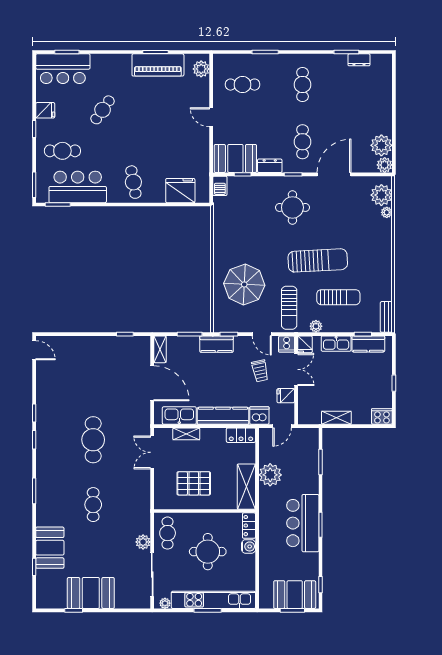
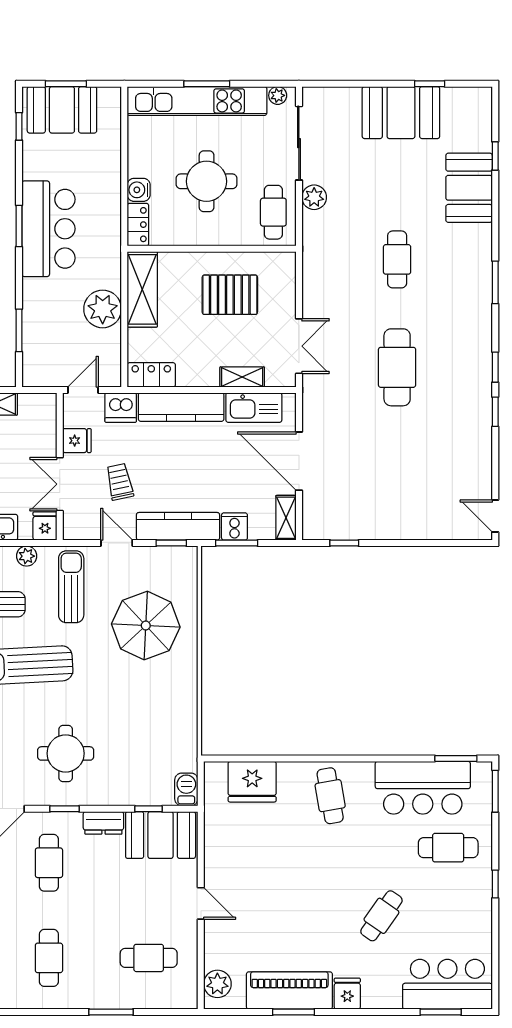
fridge: (45, 110) -> (347, 994), moved, turned 90
kitchen counter: (217, 344) -> (178, 526), width x1.50
cooker: (287, 344) -> (234, 527), moved

